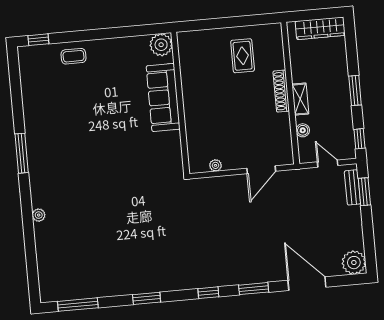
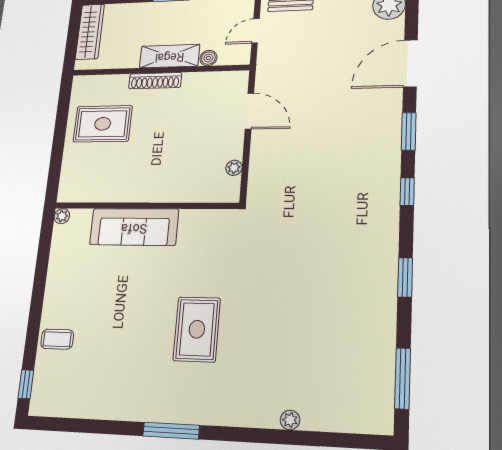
plant: (161, 45) -> (62, 216), width x0.53, depth x0.53
coffee table: (73, 56) -> (57, 339), turned 90
rug: (243, 56) -> (103, 124), width x1.36, depth x1.43
shelving: (300, 99) -> (170, 56), width x1.50, depth x1.33
rug: (93, 159) -> (197, 329), added
plant: (39, 215) -> (290, 420), moved

